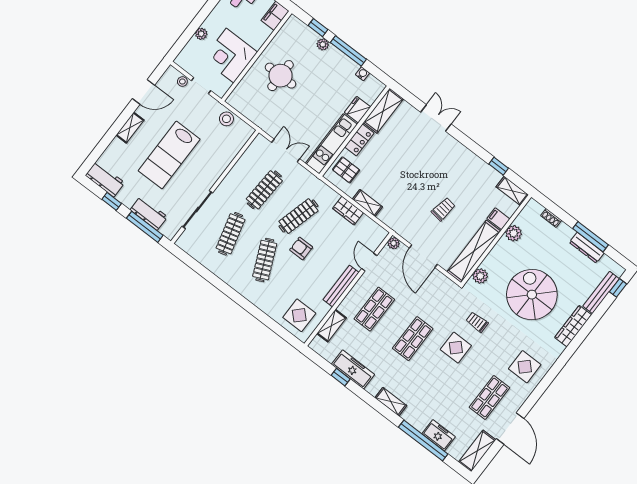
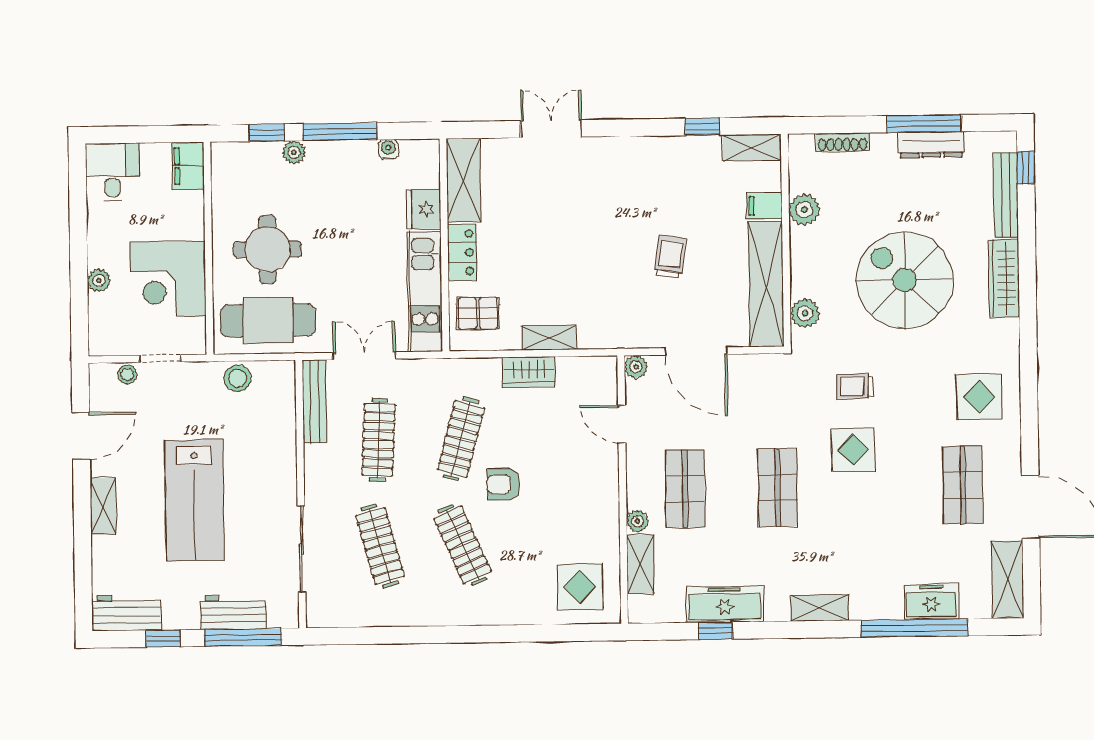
cafe table: (258, 105) -> (268, 320), added
shoe rack: (551, 218) -> (842, 142), width x1.43
bench: (341, 286) -> (314, 402), moved
plant: (344, 307) -> (638, 521), added

